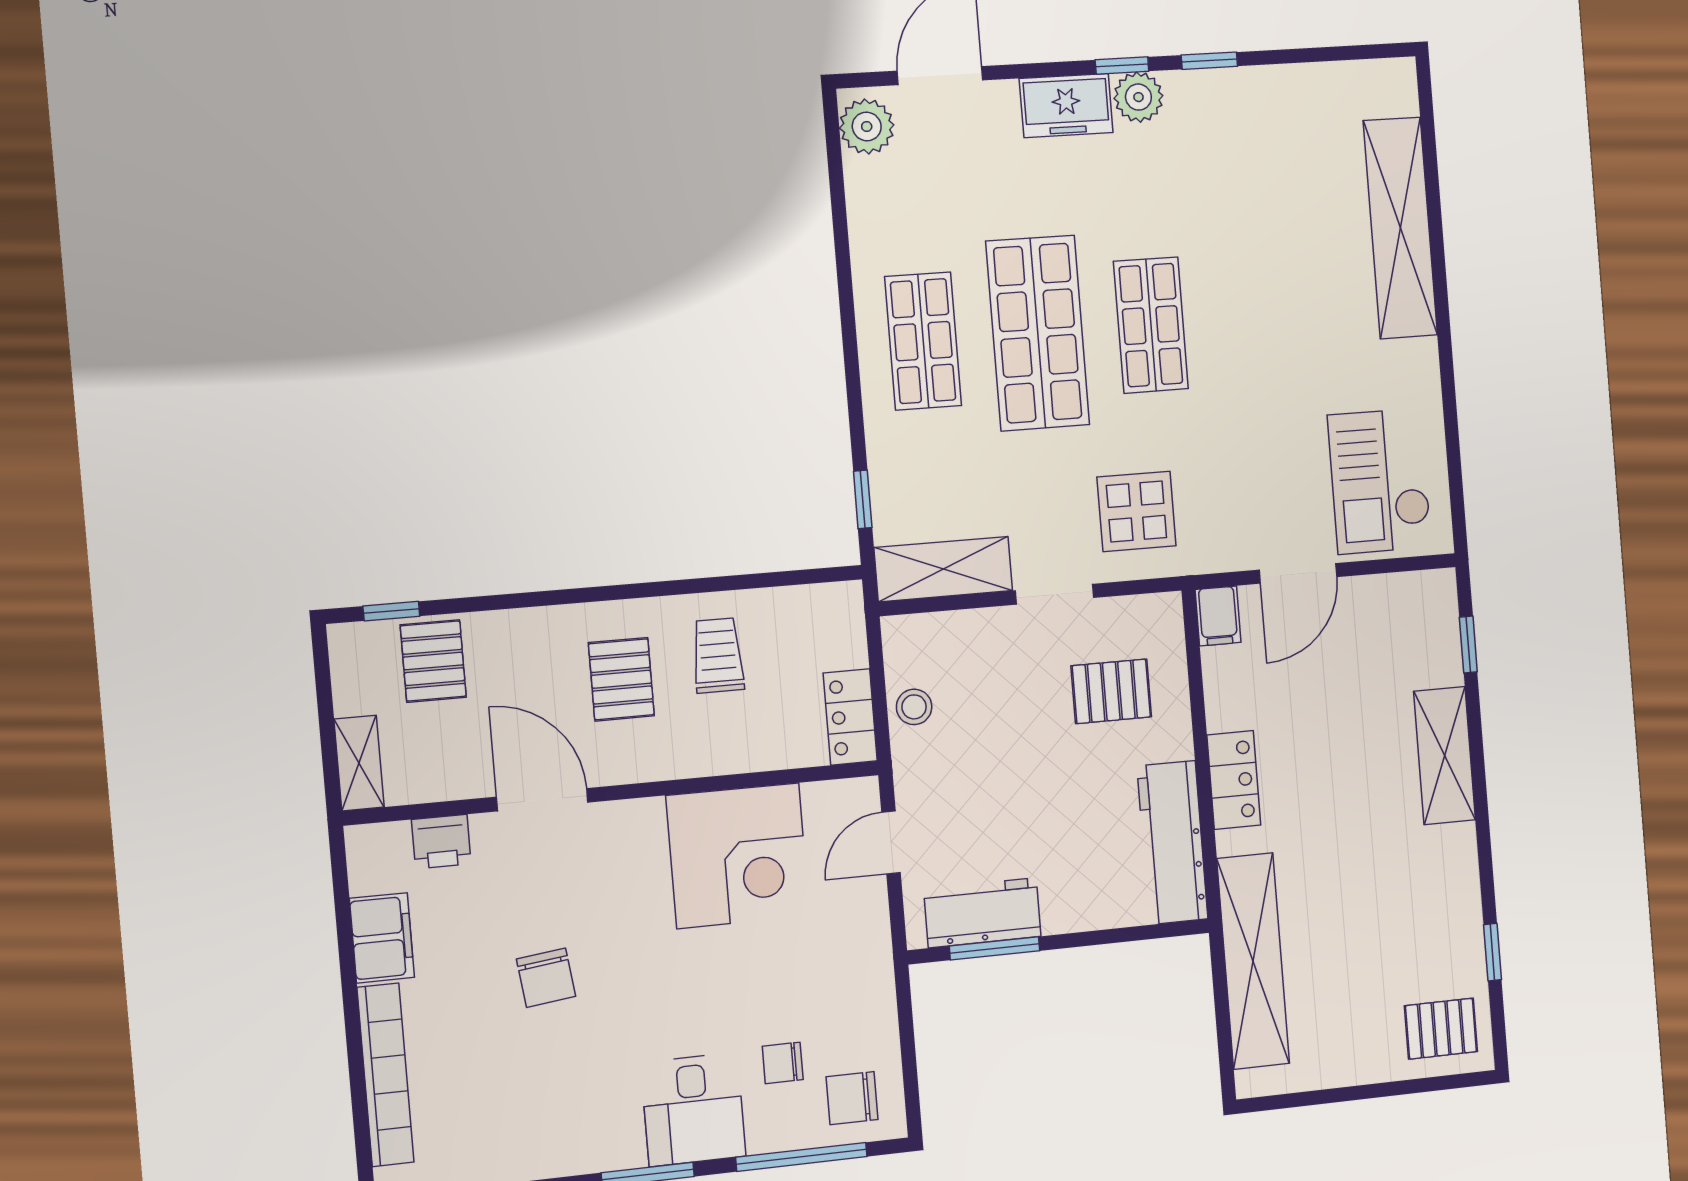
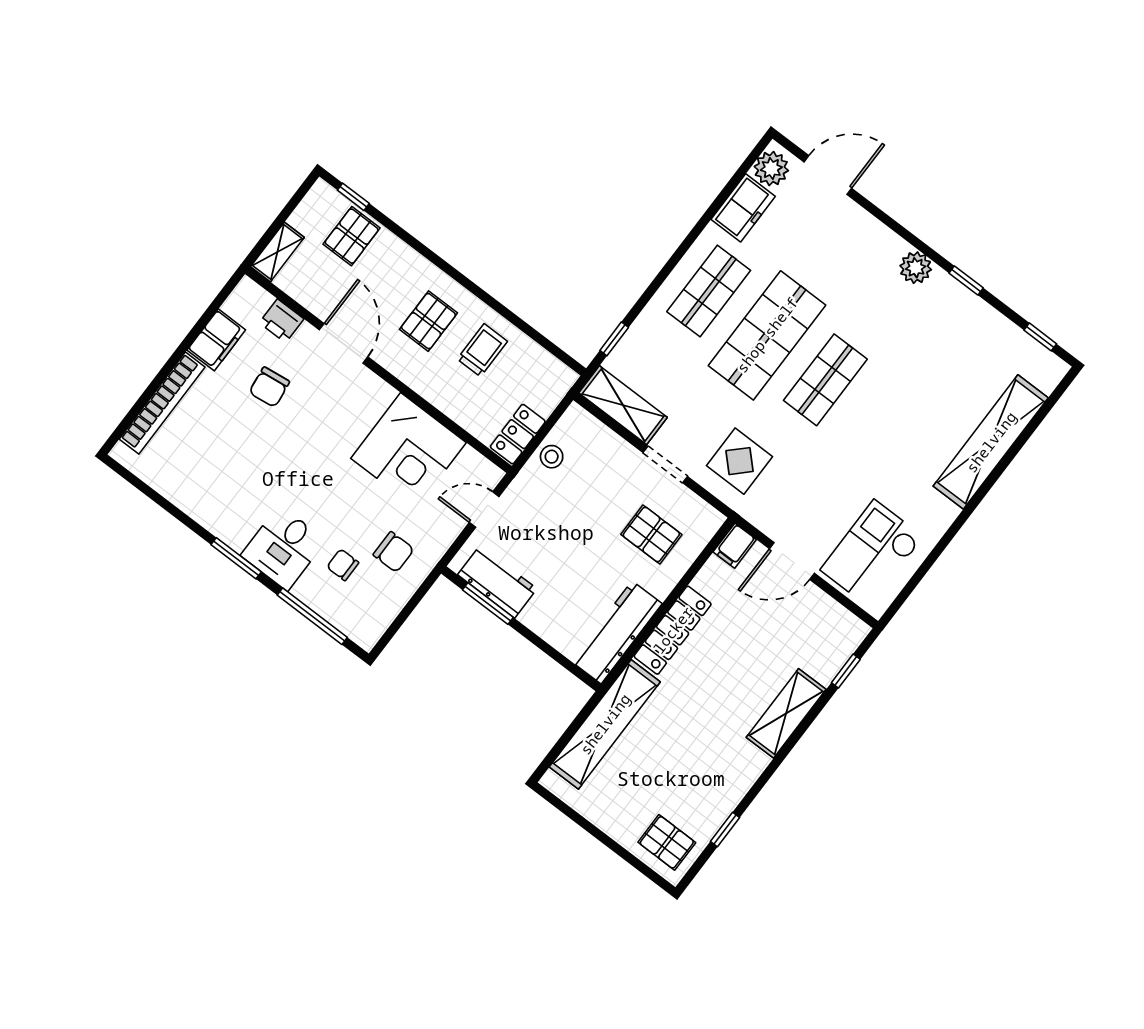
window: (1122, 65) -> (1040, 337), moved
freezer: (1066, 106) -> (743, 208), moved, turned -90
locker: (1234, 780) -> (673, 630), width x1.53
chair: (546, 978) -> (269, 387), moved
chair: (852, 1098) -> (394, 552), moved, turned 180

